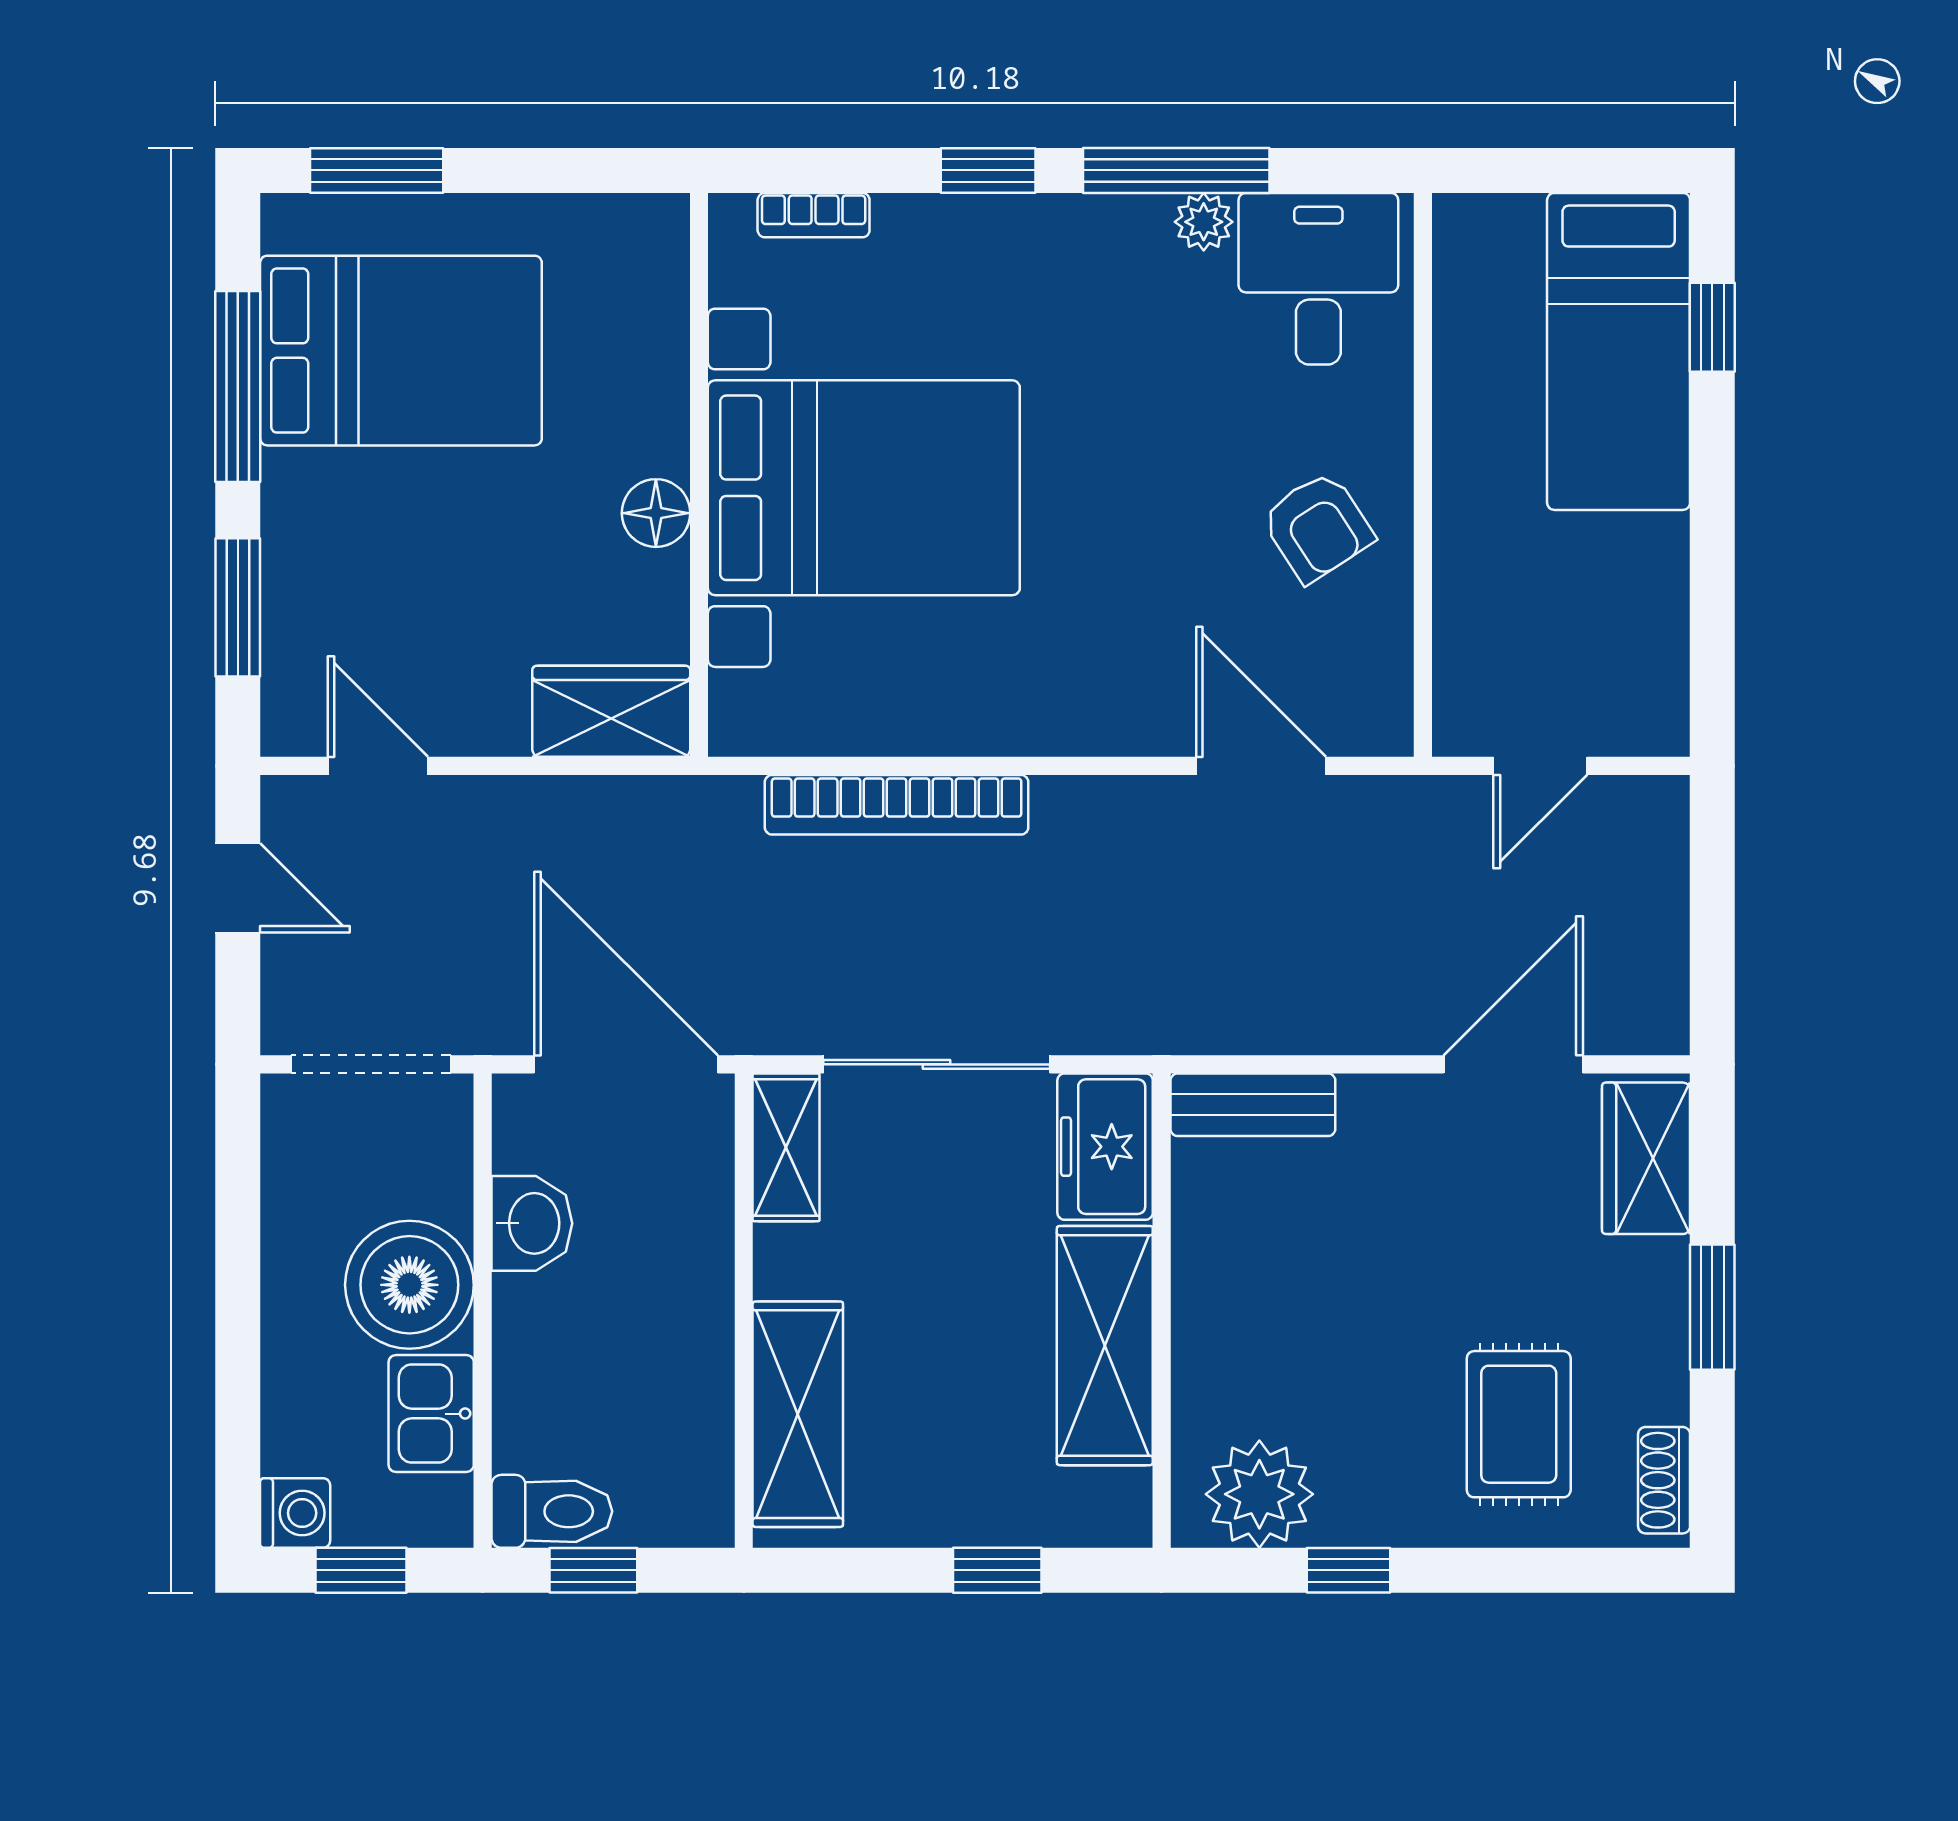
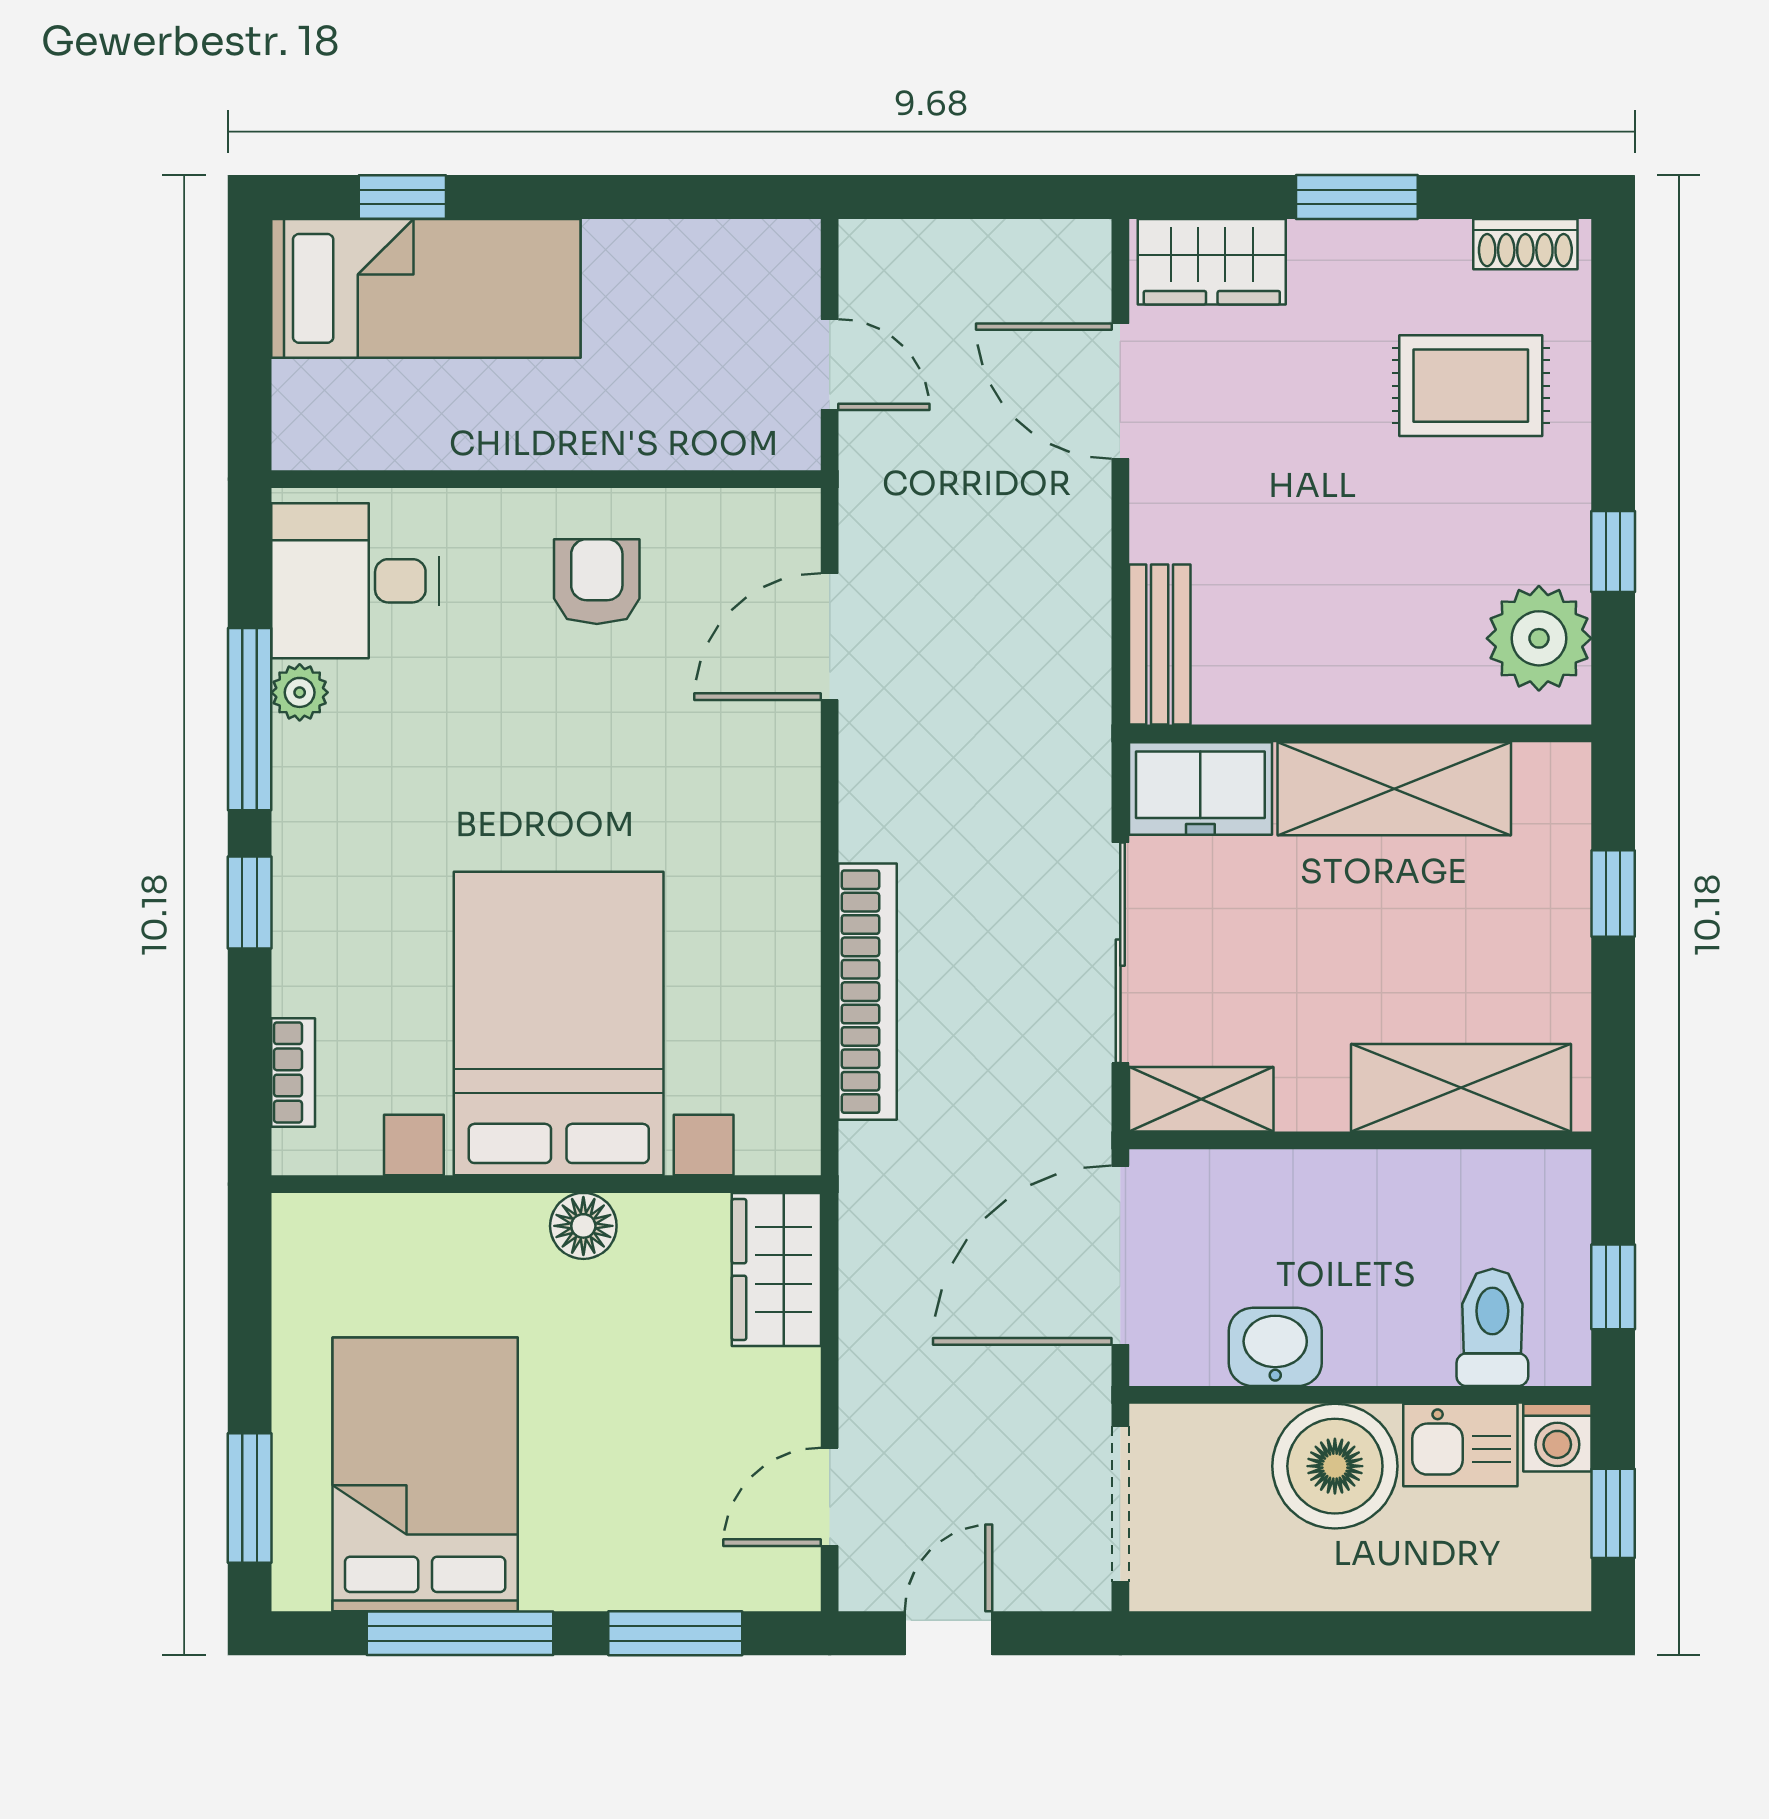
armchair: (1318, 527) -> (597, 582), turned -57
toilet: (552, 1511) -> (1492, 1327), moved
washing machine: (295, 1513) -> (1557, 1438), moved, turned 180

